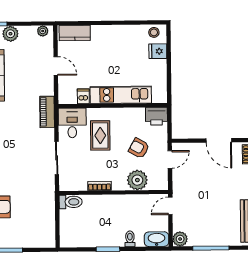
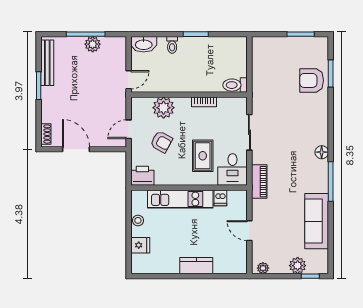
stool: (154, 32) -> (138, 220), moved
kitchen counter: (75, 33) -> (196, 266), moved
plant: (180, 239) -> (93, 44), moved

